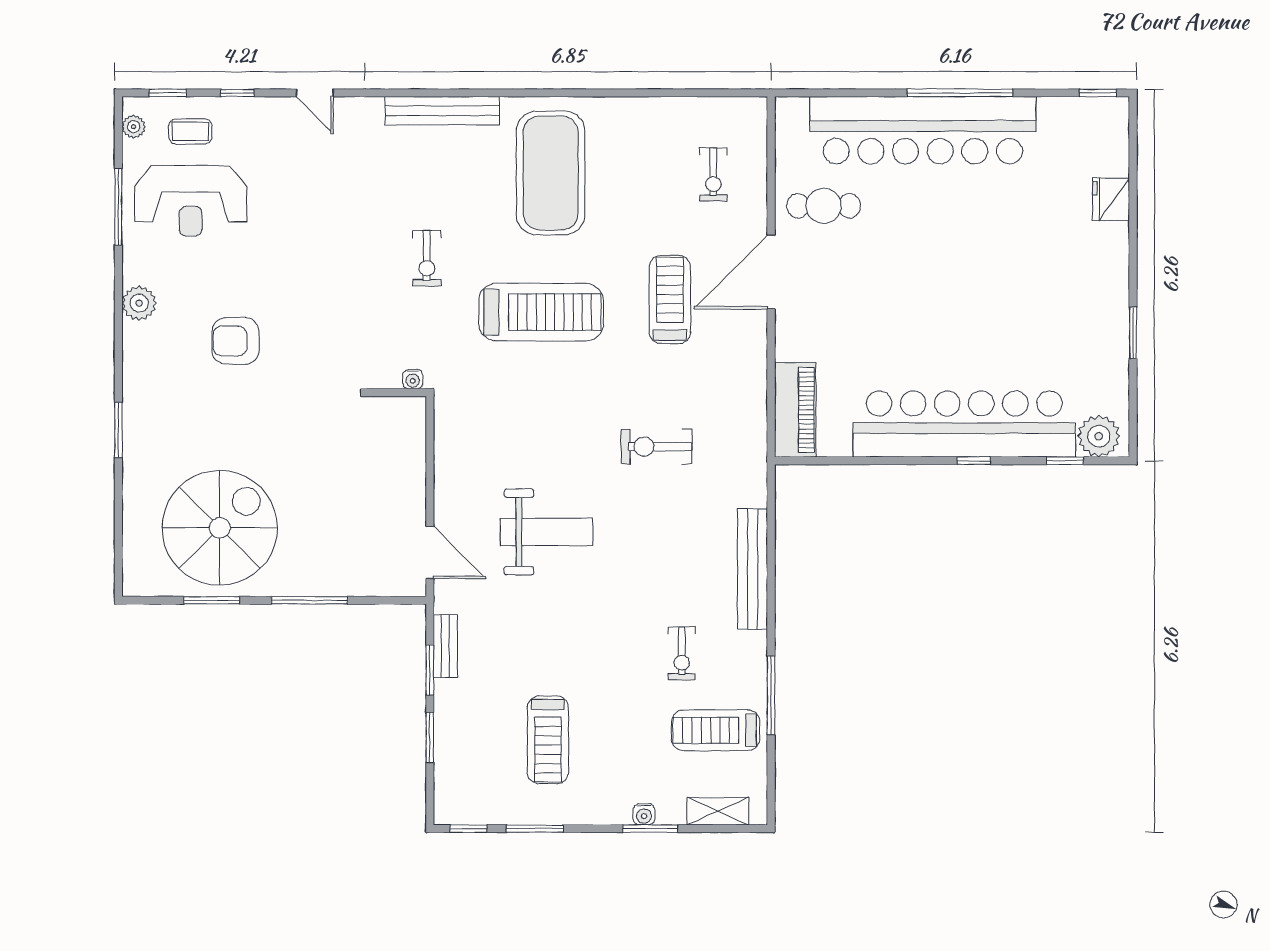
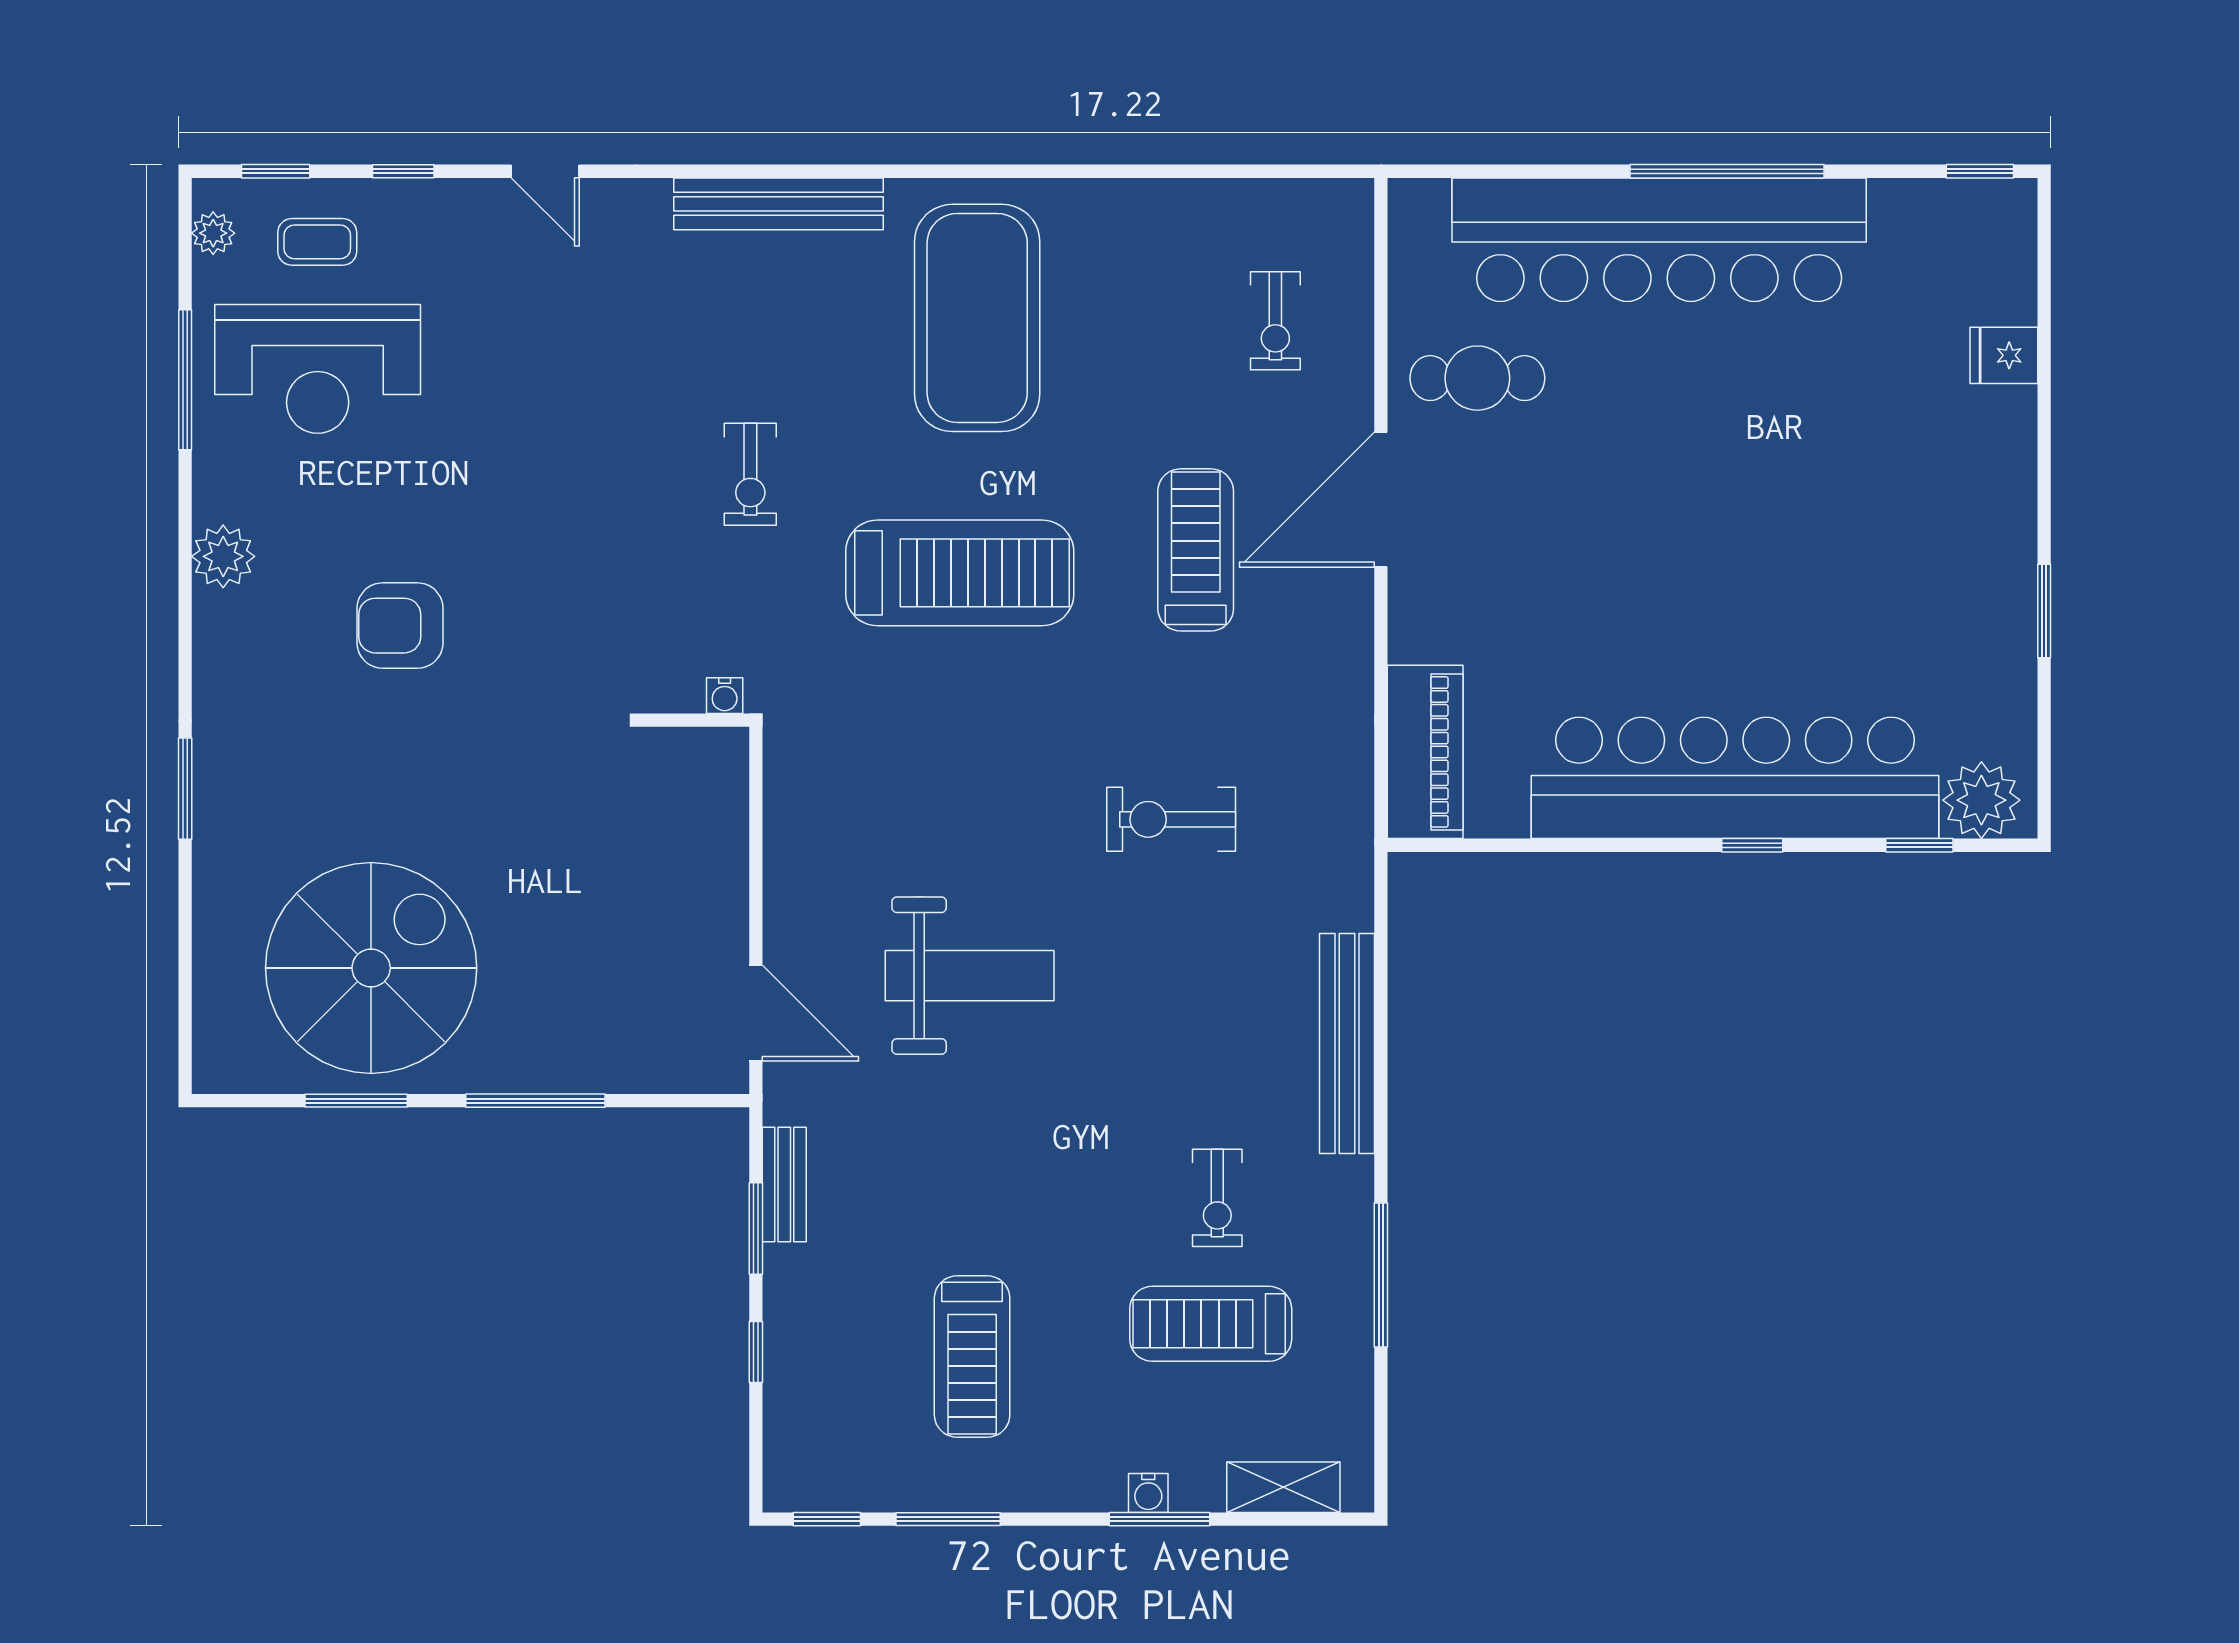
fridge: (1111, 199) -> (2004, 355), width x0.72
treadmill: (716, 730) -> (1211, 1324), moved
window: (430, 737) -> (756, 1352), width x0.67

